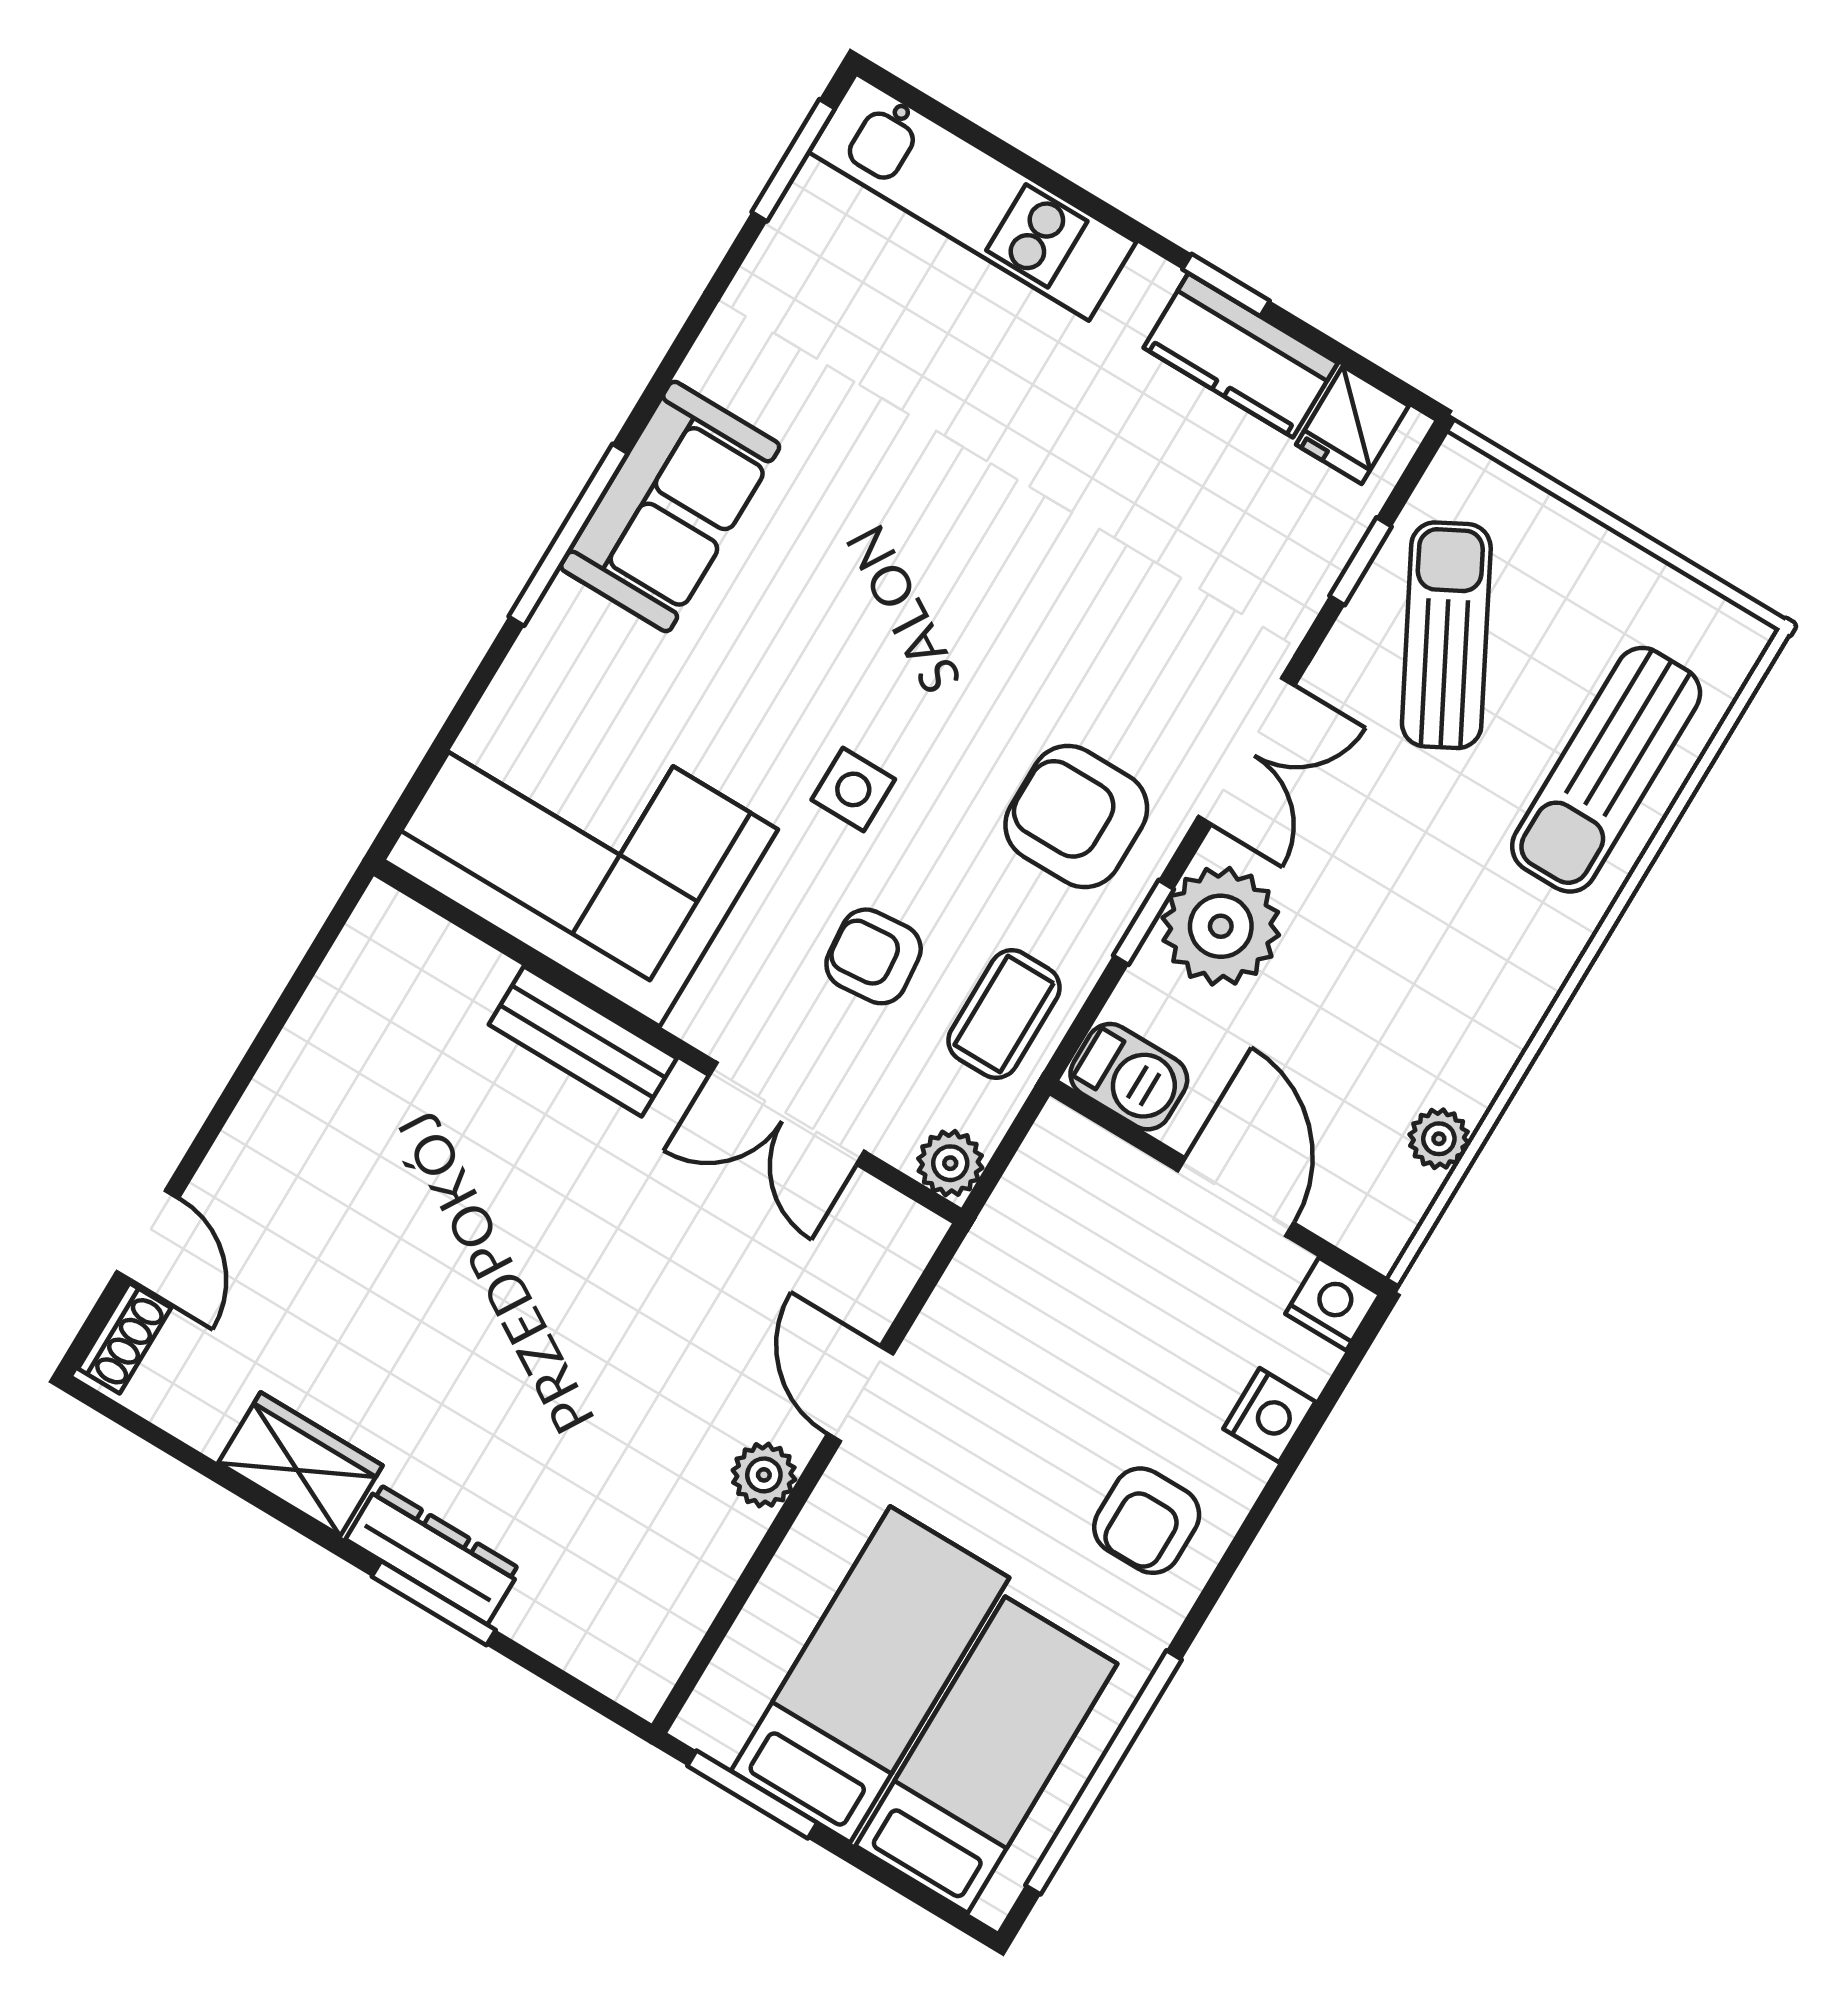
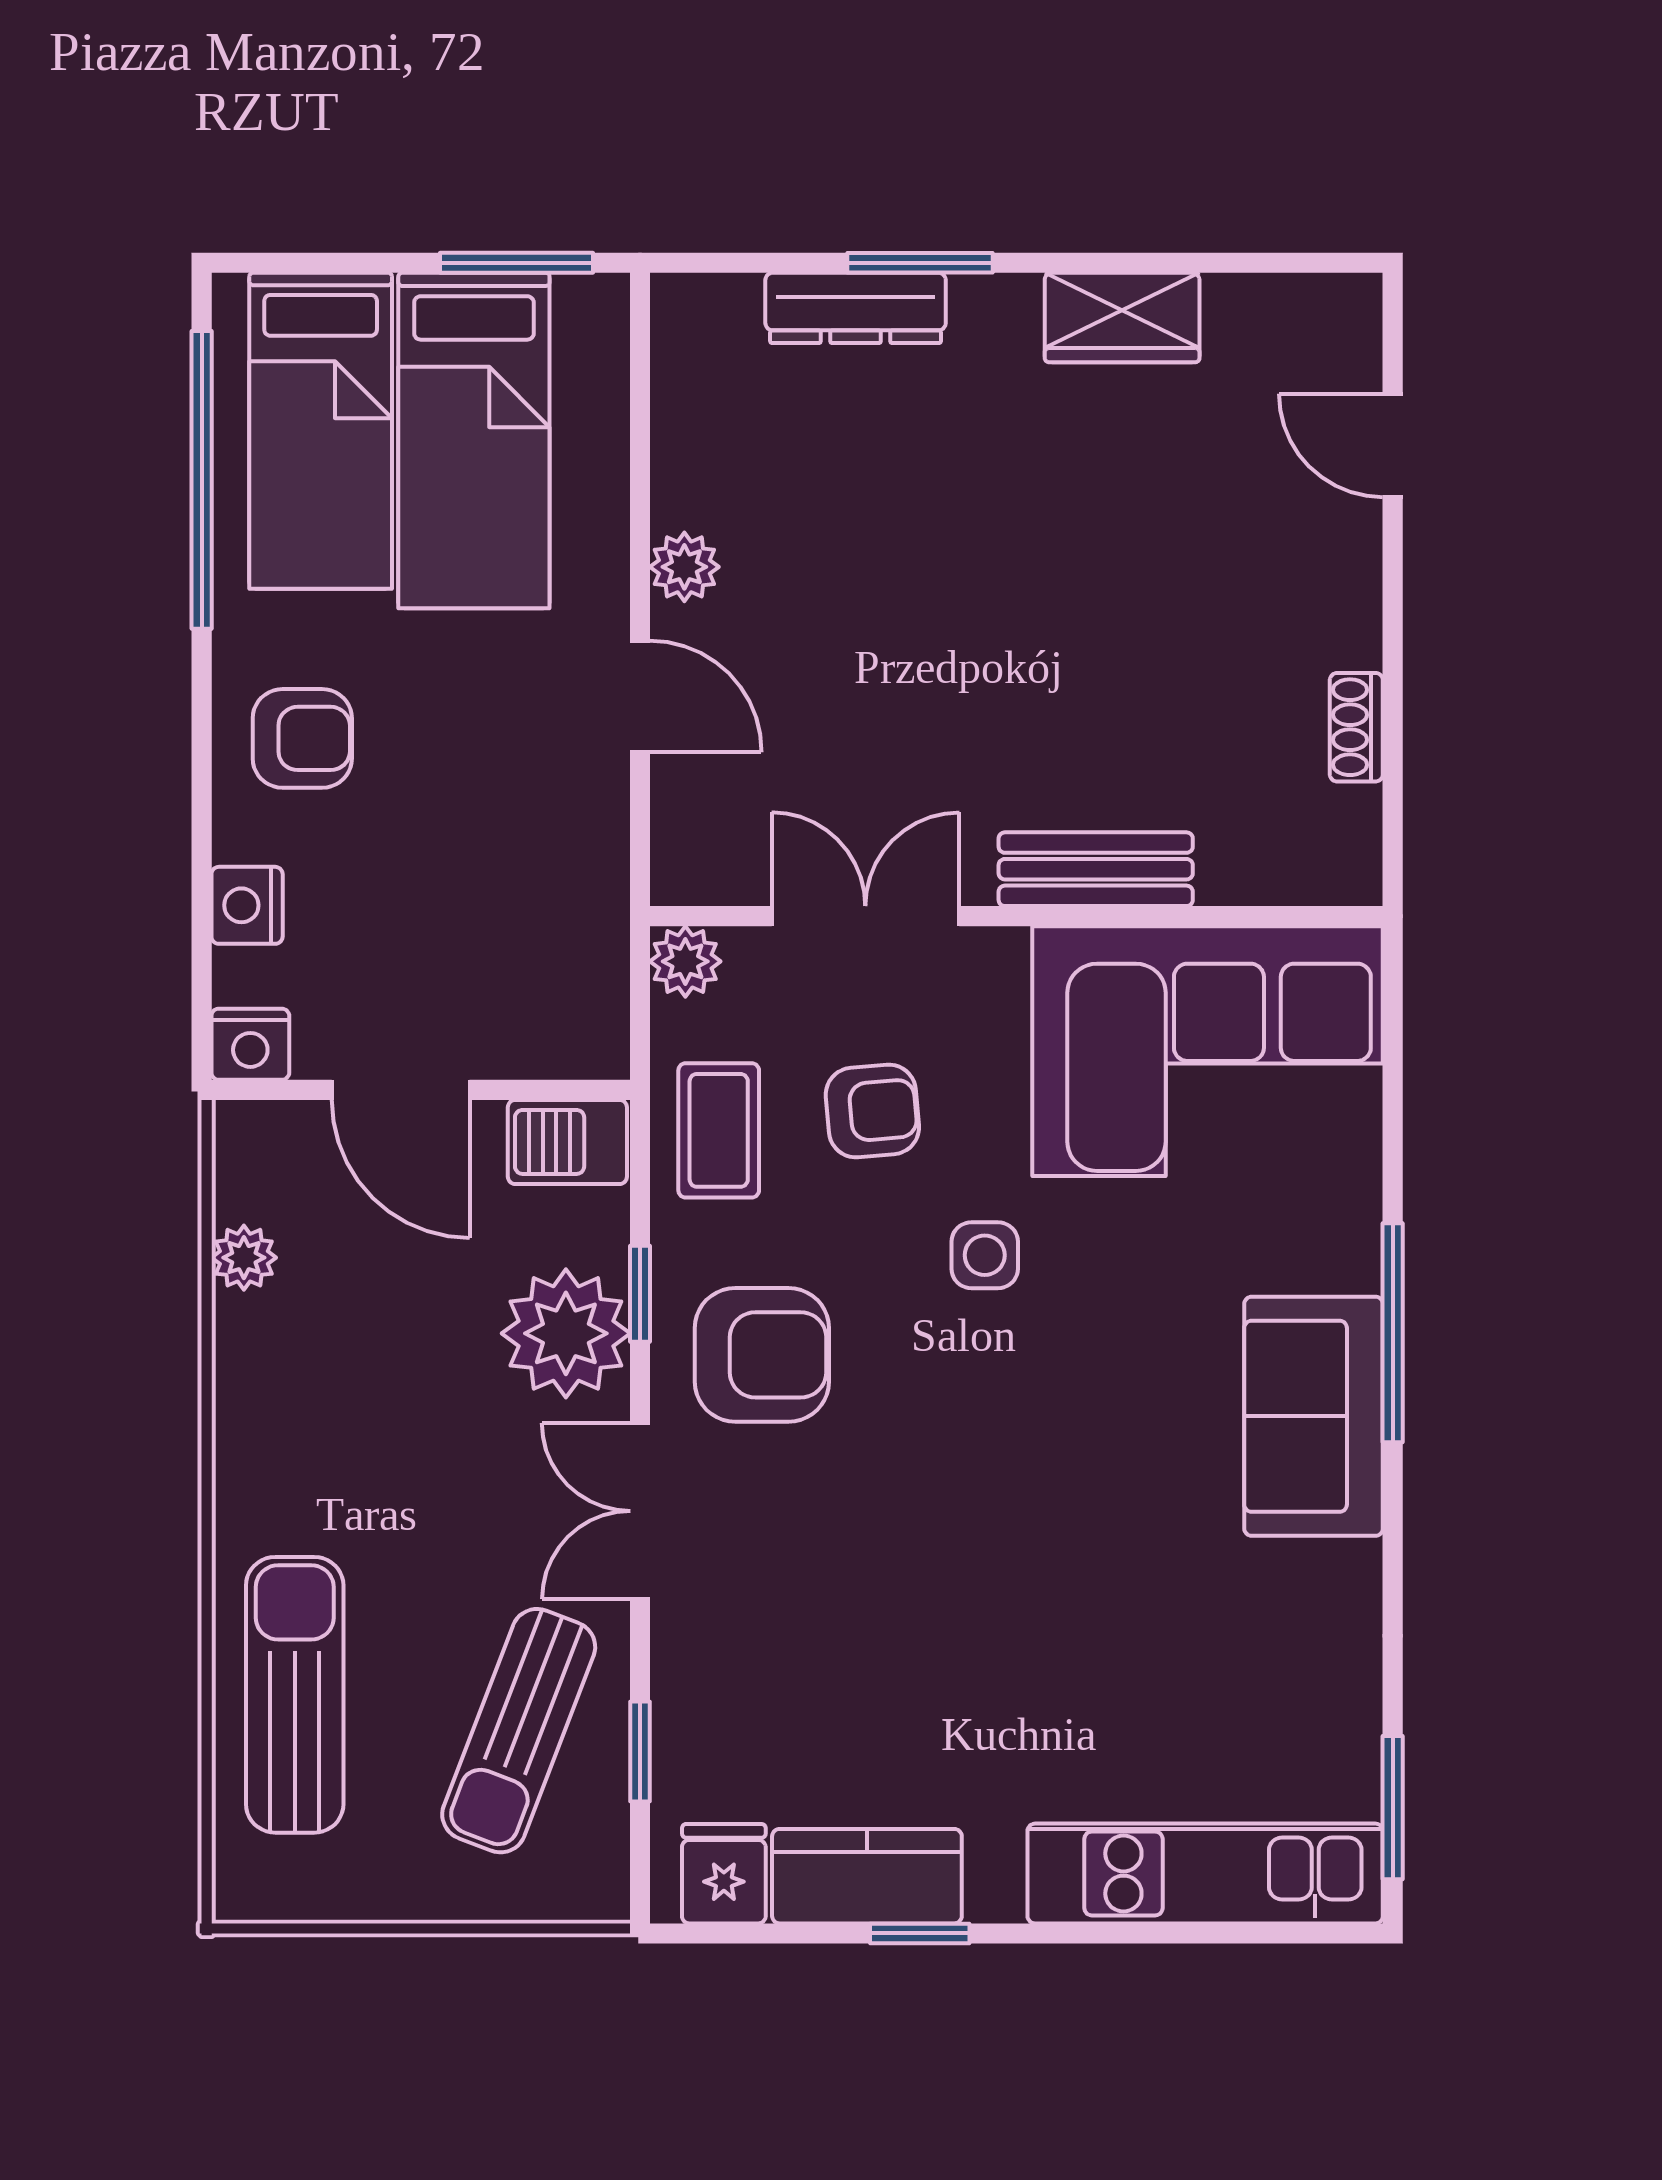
sun lounger: (1446, 635) -> (519, 1731), turned 49
shoe rack: (124, 1338) -> (1356, 727), moved
armchair: (1147, 1521) -> (302, 738), turned 90
dresser: (433, 1554) -> (856, 308), moved

